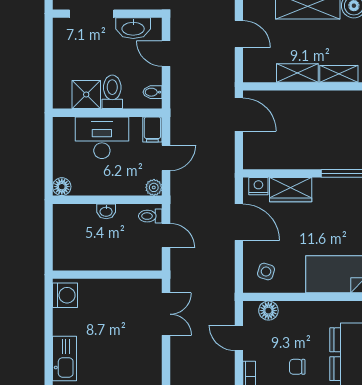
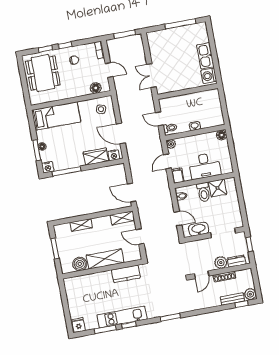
shelving: (297, 73) -> (122, 218), moved
kitchen sink: (65, 359) -> (205, 56), moved

